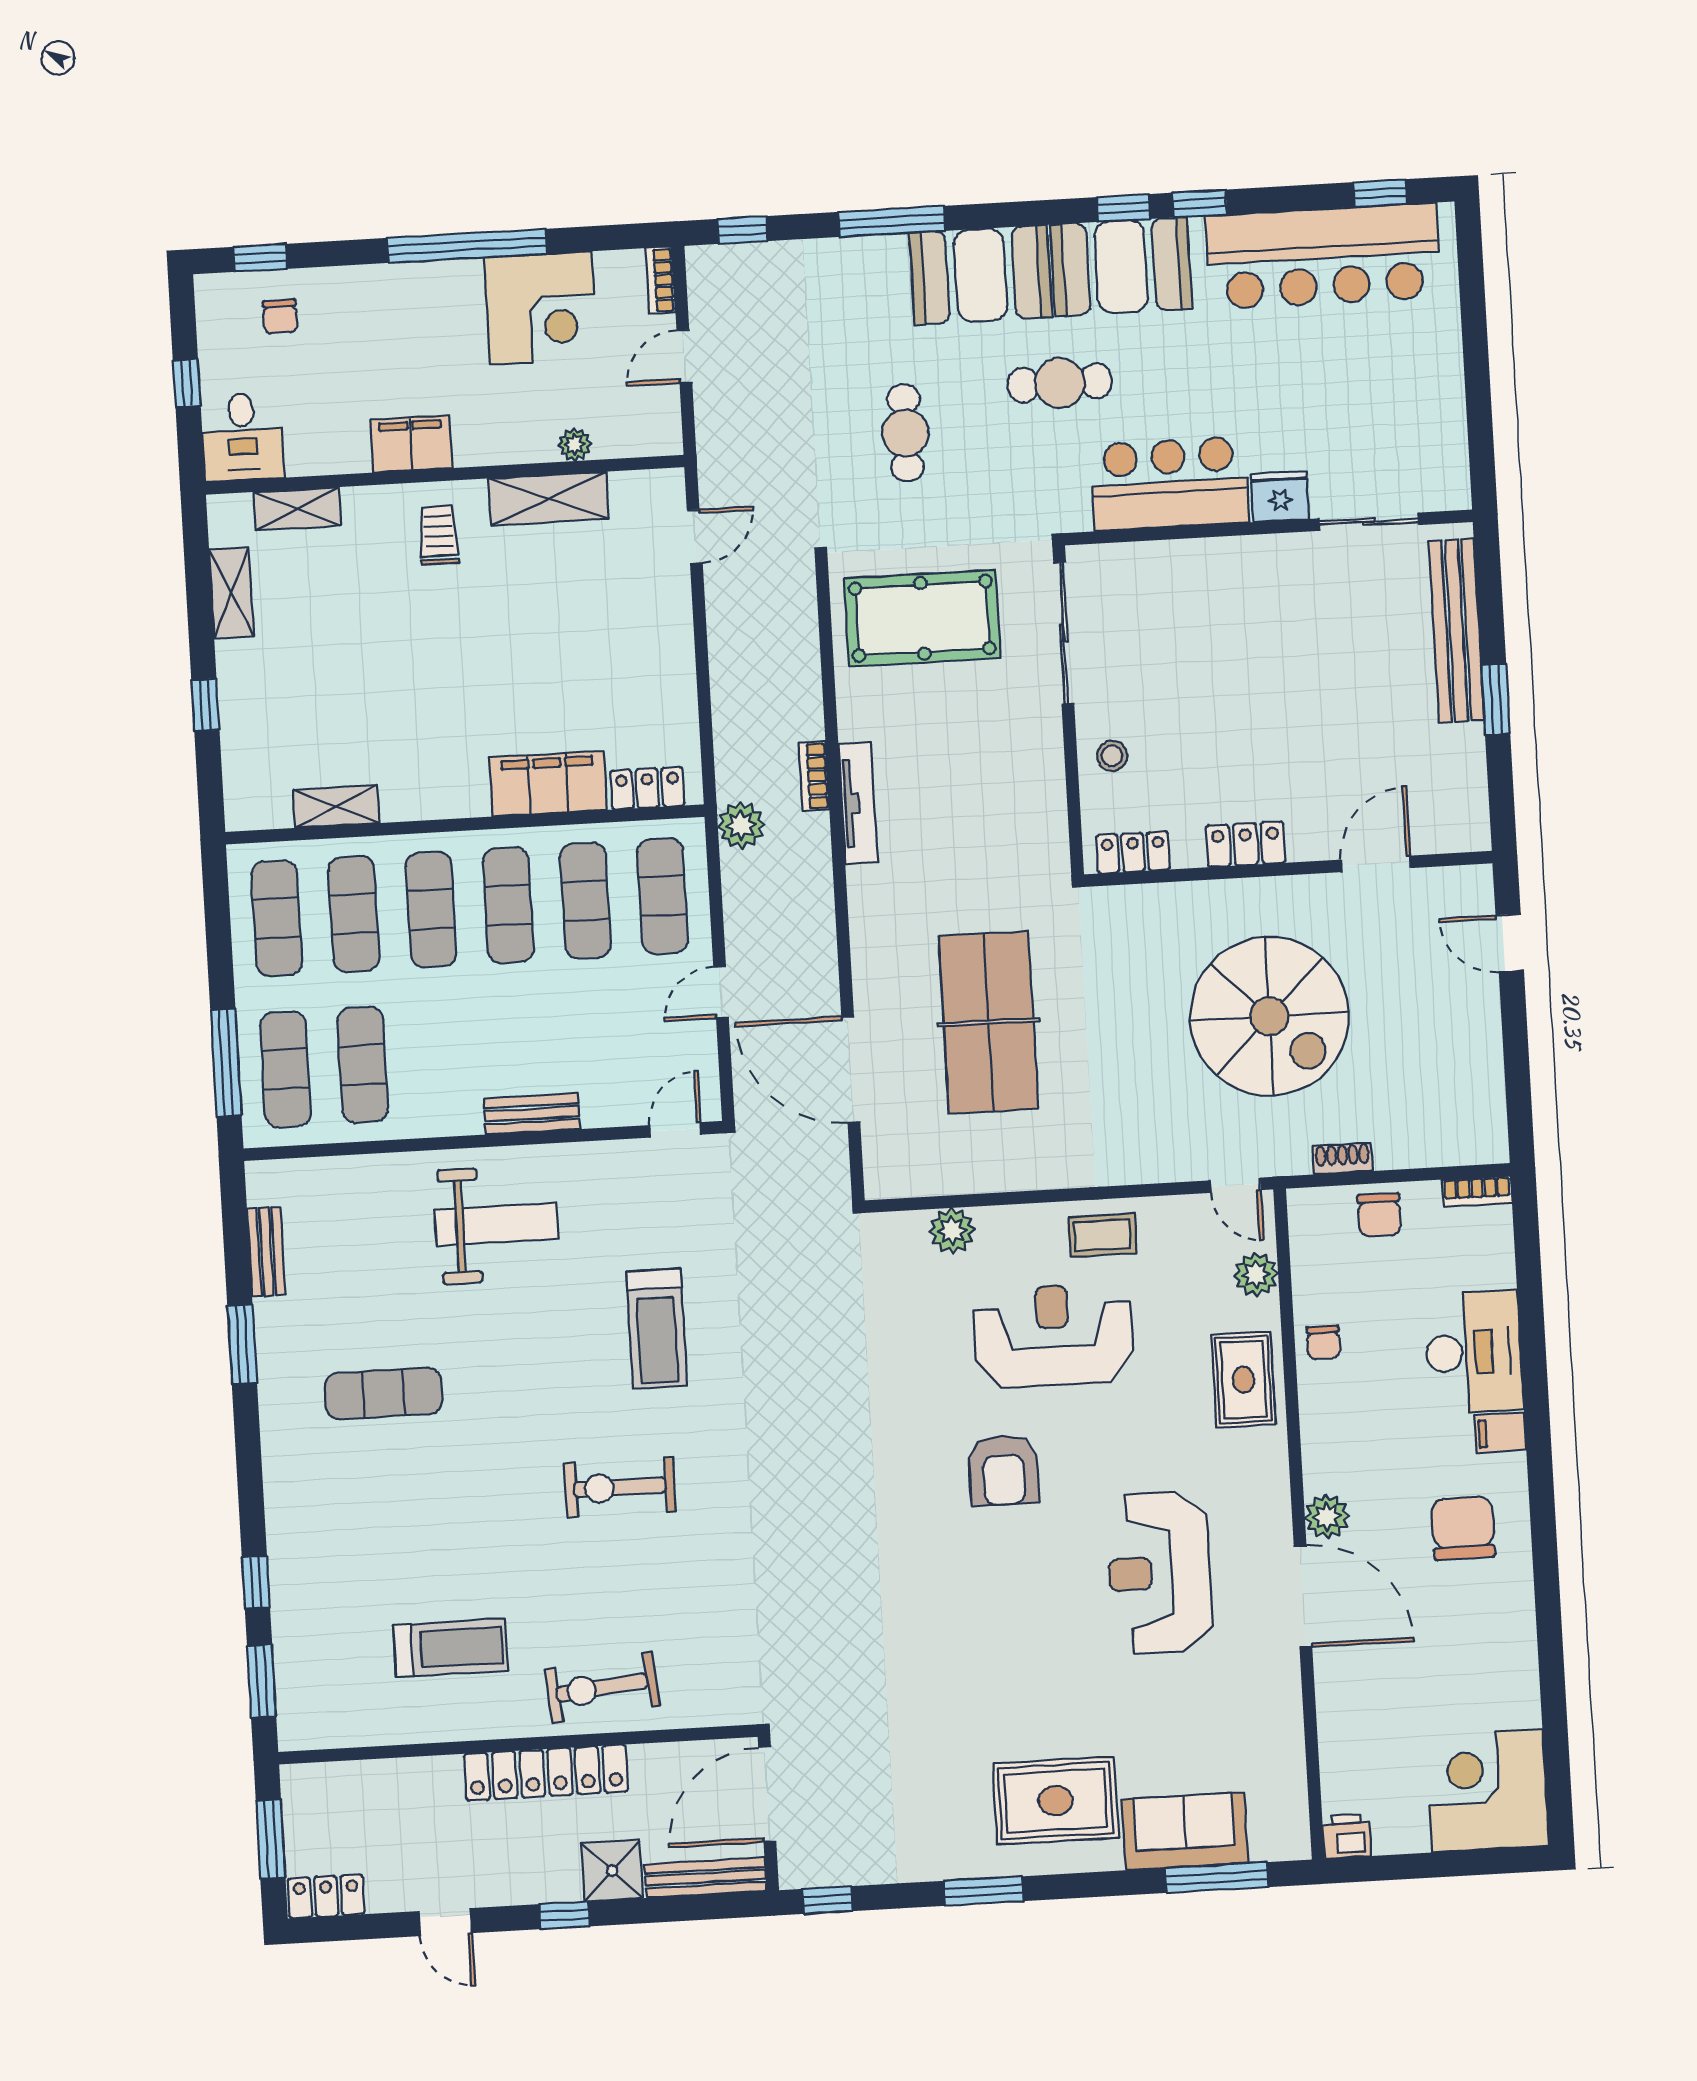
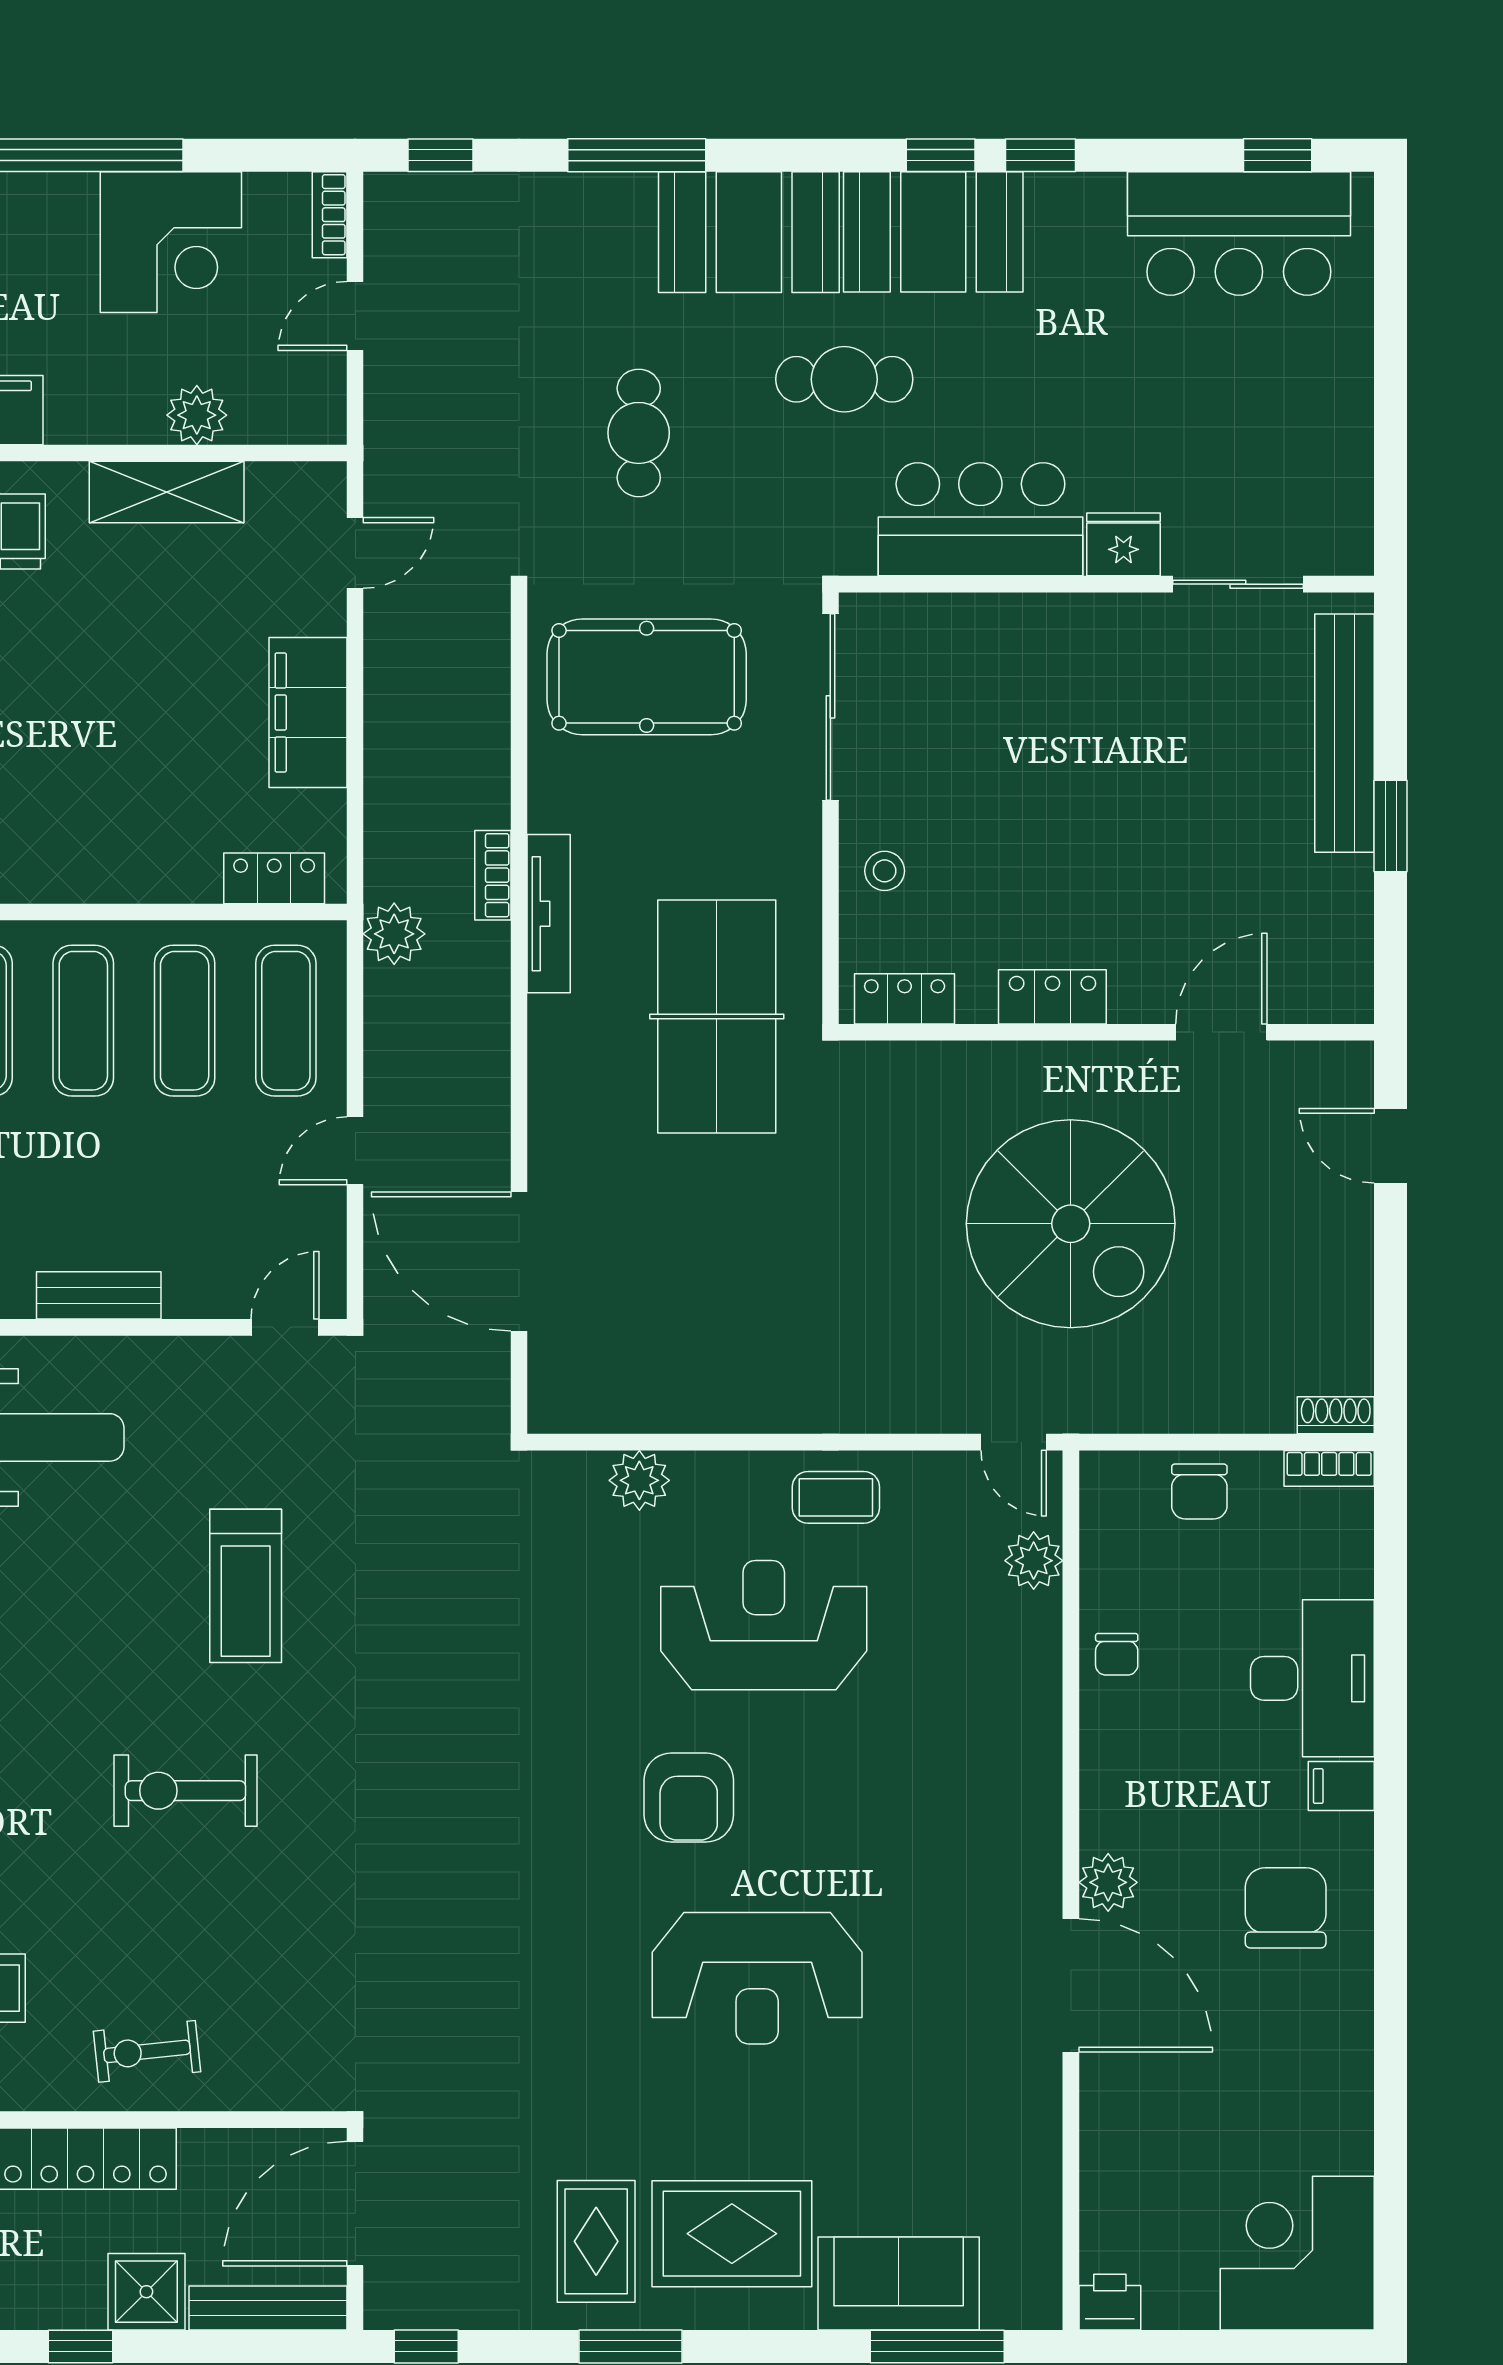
bar counter: (1323, 256) -> (1239, 233), width x0.73
plant: (575, 444) -> (197, 415), width x1.38, depth x1.38
filing cabinet: (548, 784) -> (308, 712), moved, turned -90
table tennis table: (989, 1022) -> (717, 1016), moved
shoe rack: (1343, 1159) -> (1336, 1415), moved
rug: (1243, 1380) -> (596, 2241), moved
reception desk: (1160, 1573) -> (757, 1978), moved, turned -90
exercise bike: (602, 1687) -> (147, 2051), width x0.73, depth x0.72

